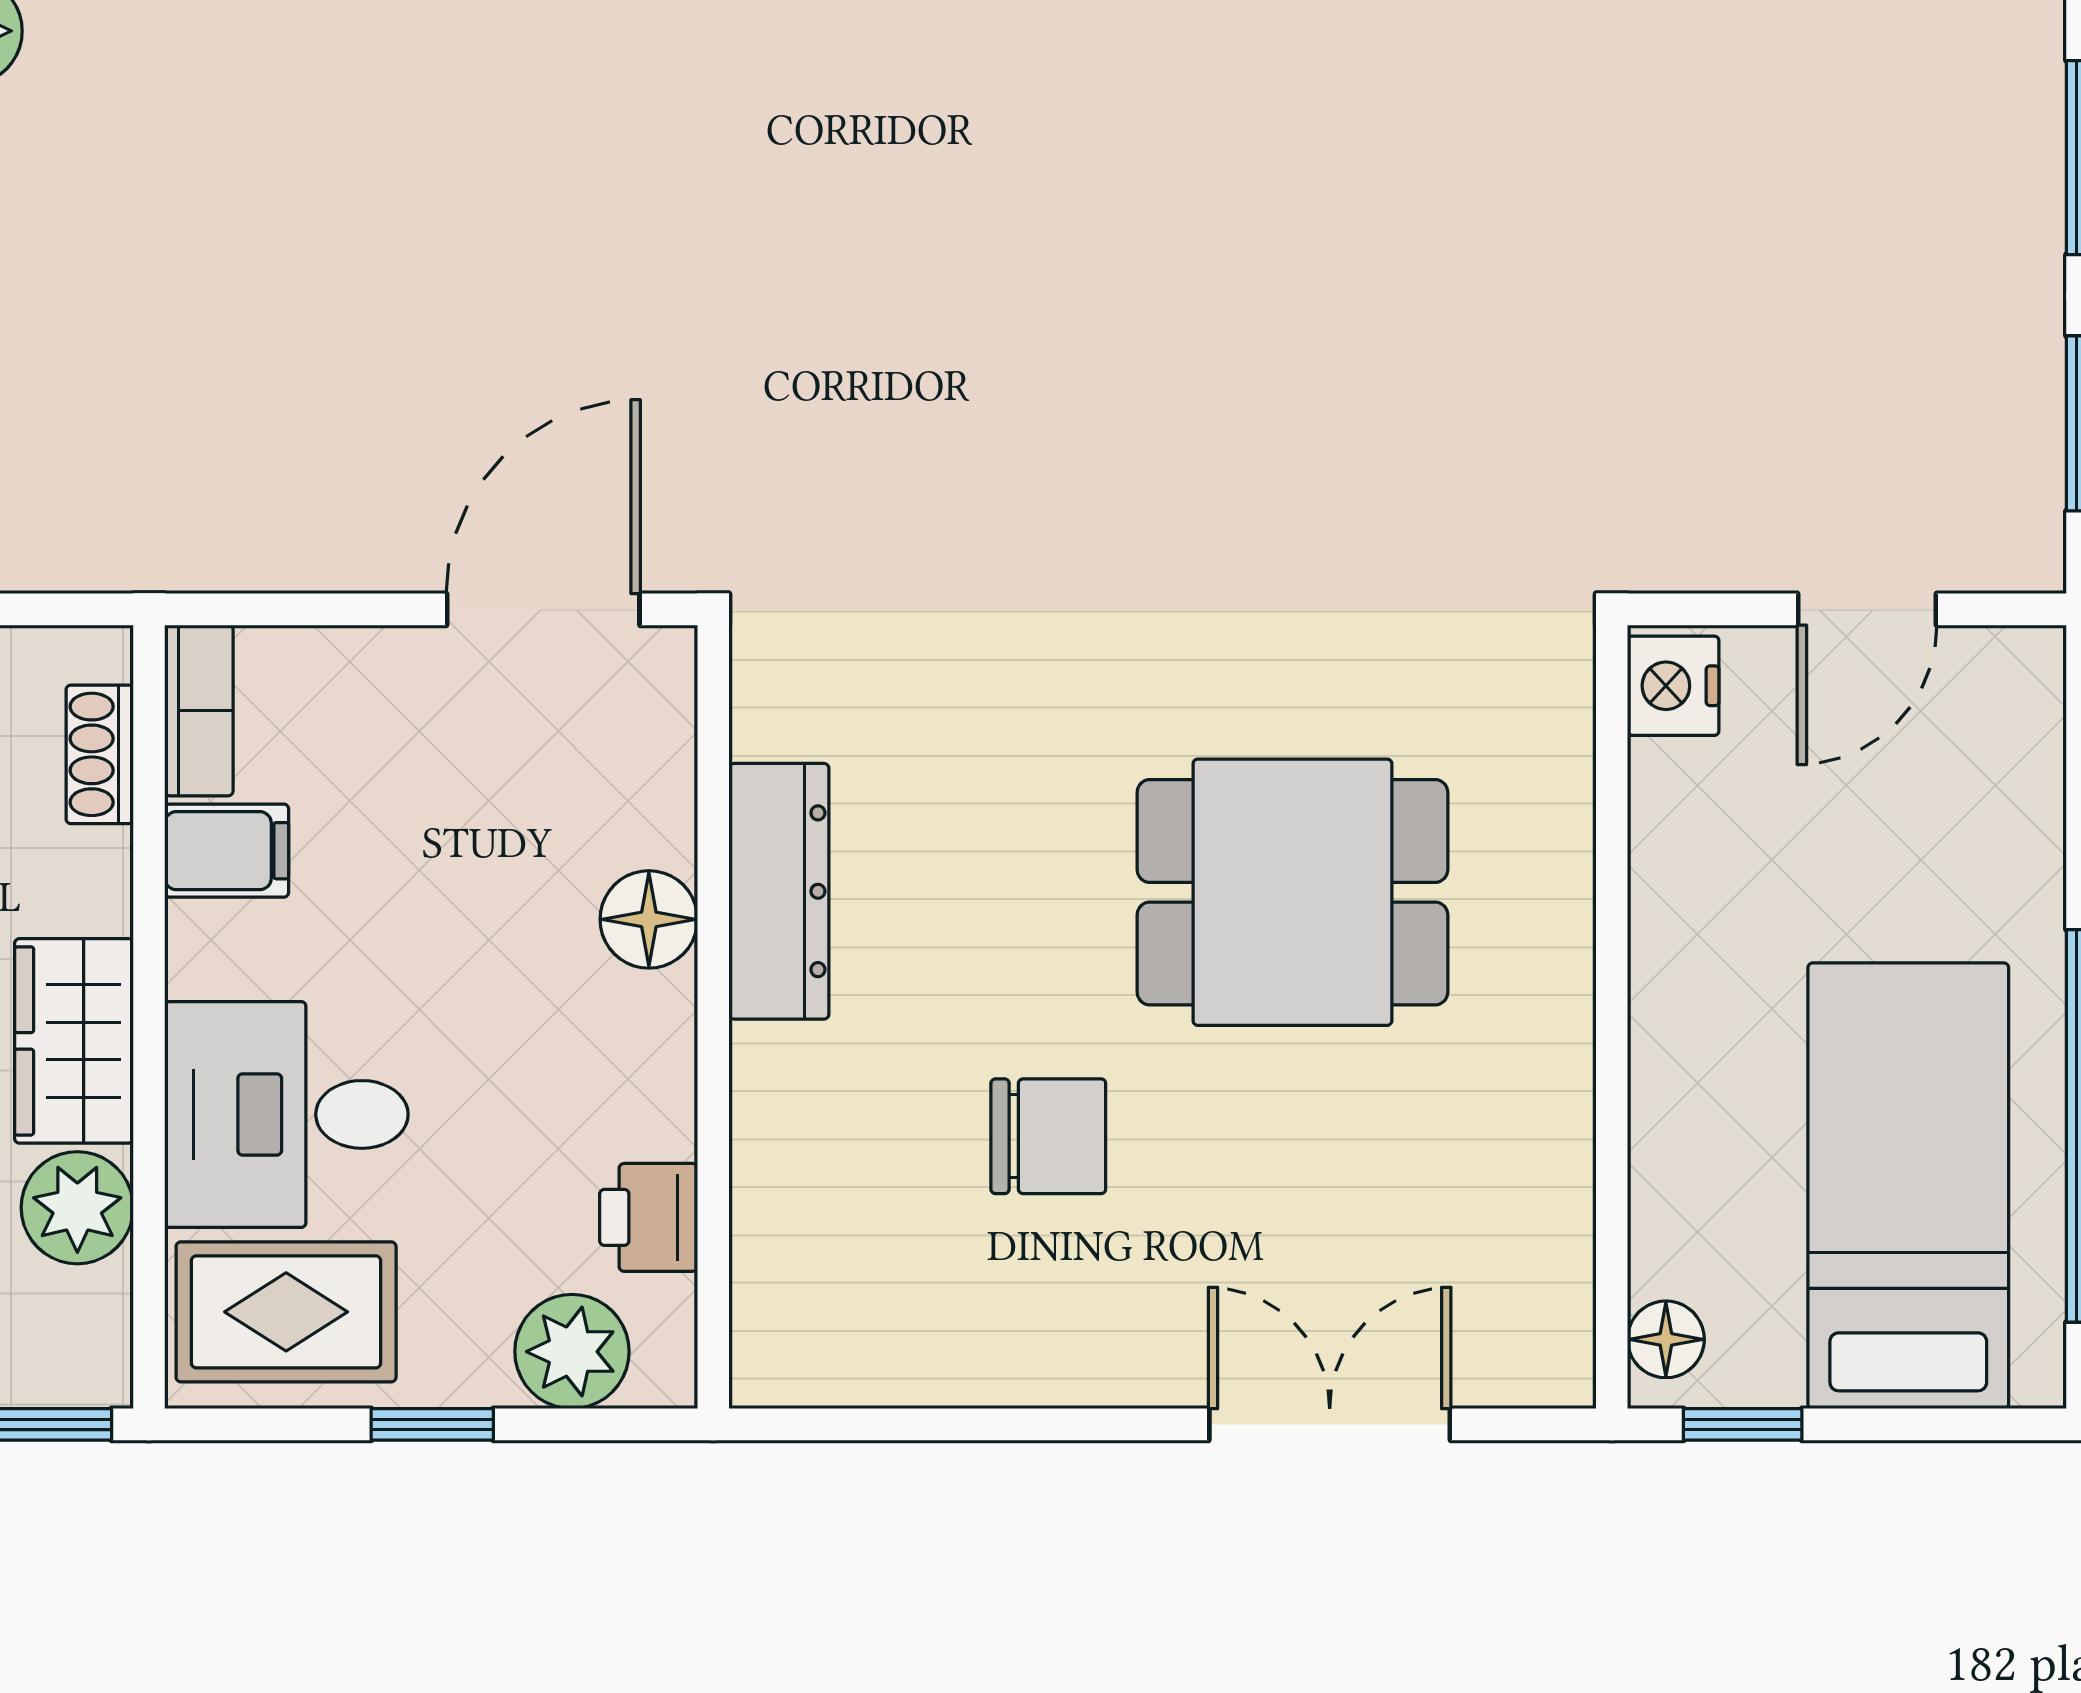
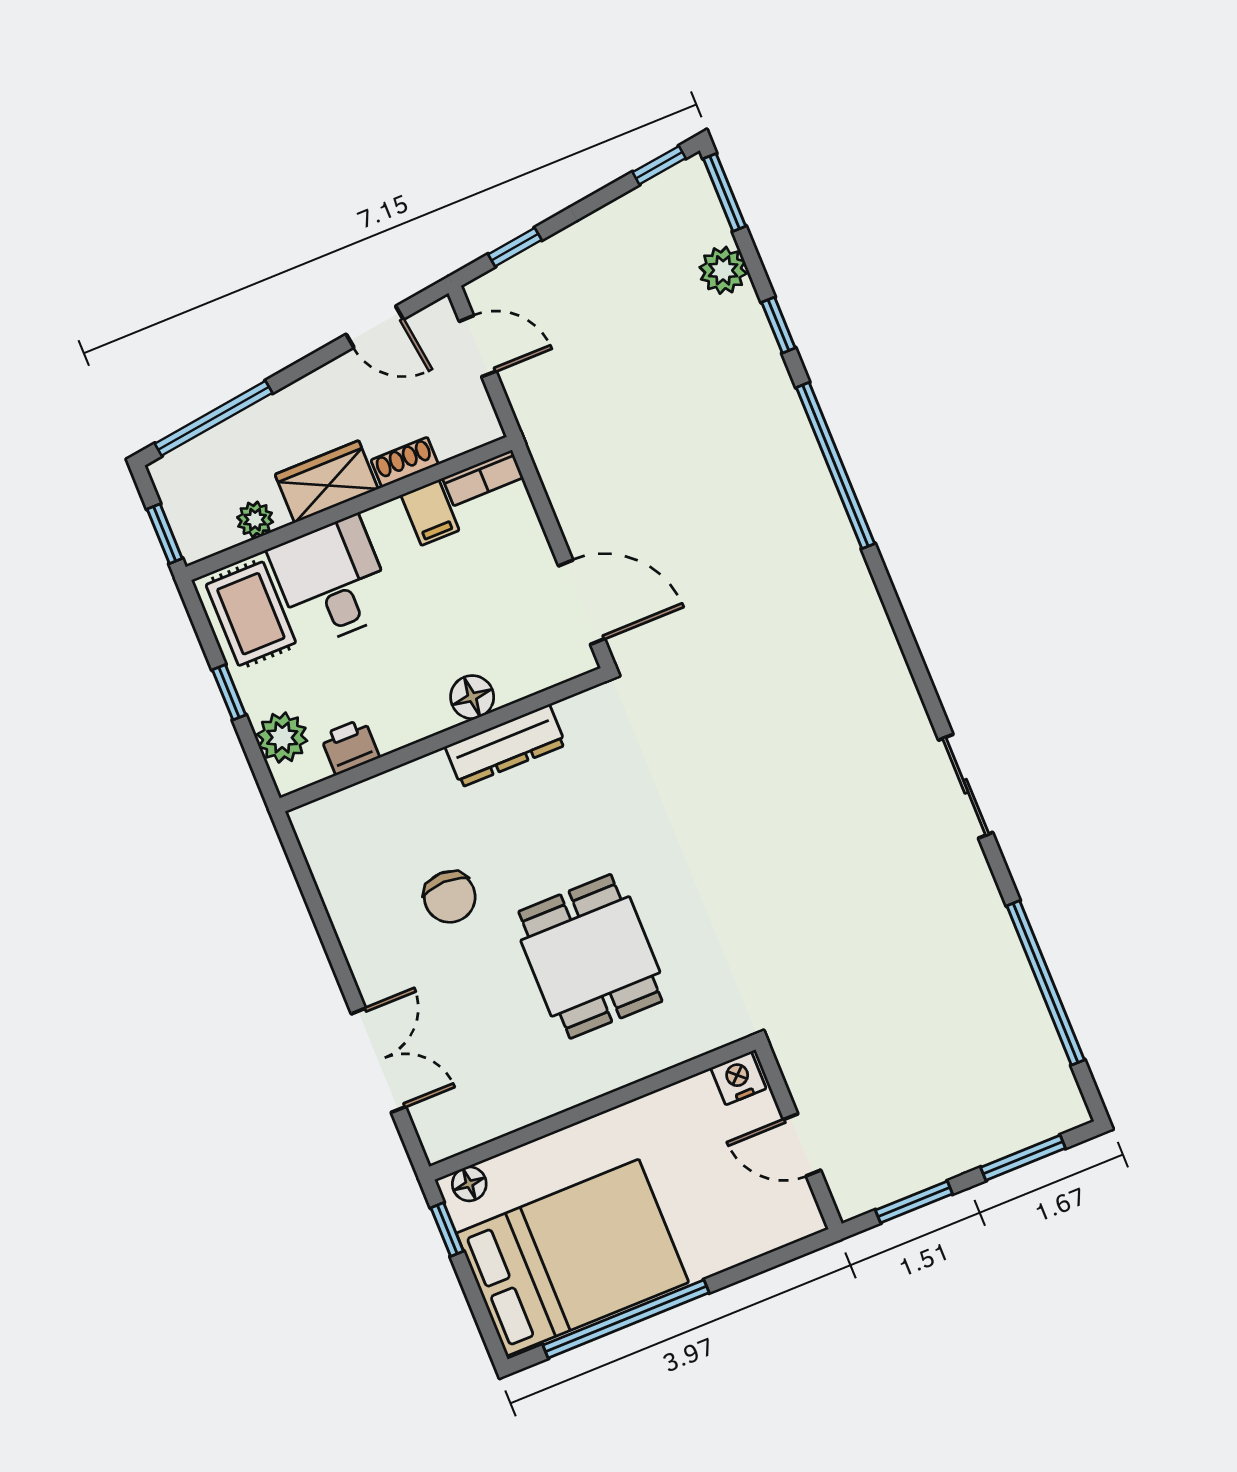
shoe rack: (100, 754) -> (405, 462), moved
bed: (1908, 1186) -> (573, 1258), width x1.50
plant: (77, 1208) -> (255, 520), width x0.73, depth x0.73

